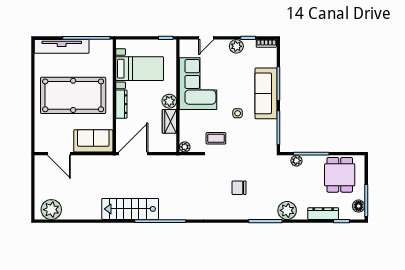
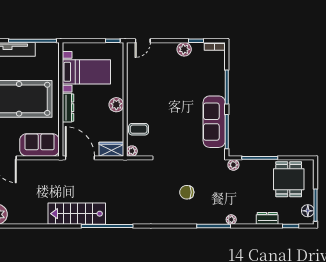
door: (206, 38) -> (143, 41), moved
corner sofa: (198, 84) -> (145, 87), removed
sofa: (266, 93) -> (214, 122), moved
side table: (238, 113) -> (185, 117), removed
wardrobe: (169, 121) -> (111, 149), moved, turned 90
coffee table: (216, 138) -> (139, 129), moved
door: (133, 154) -> (80, 158), hinge flipped
plant: (296, 161) -> (233, 165), moved
plant: (287, 210) -> (231, 220), width x0.53, depth x0.53
dresser: (323, 214) -> (267, 218), width x0.70

